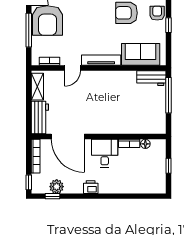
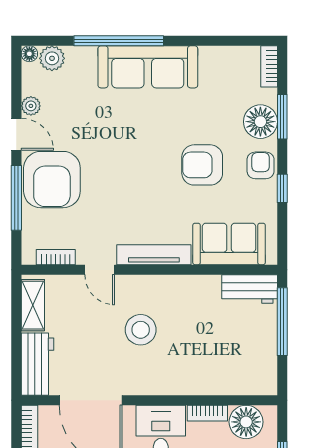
door: (73, 68) -> (100, 270), hinge flipped
stool: (94, 100) -> (141, 330), added
floor lamp: (145, 144) -> (246, 422), width x1.89, depth x1.89

